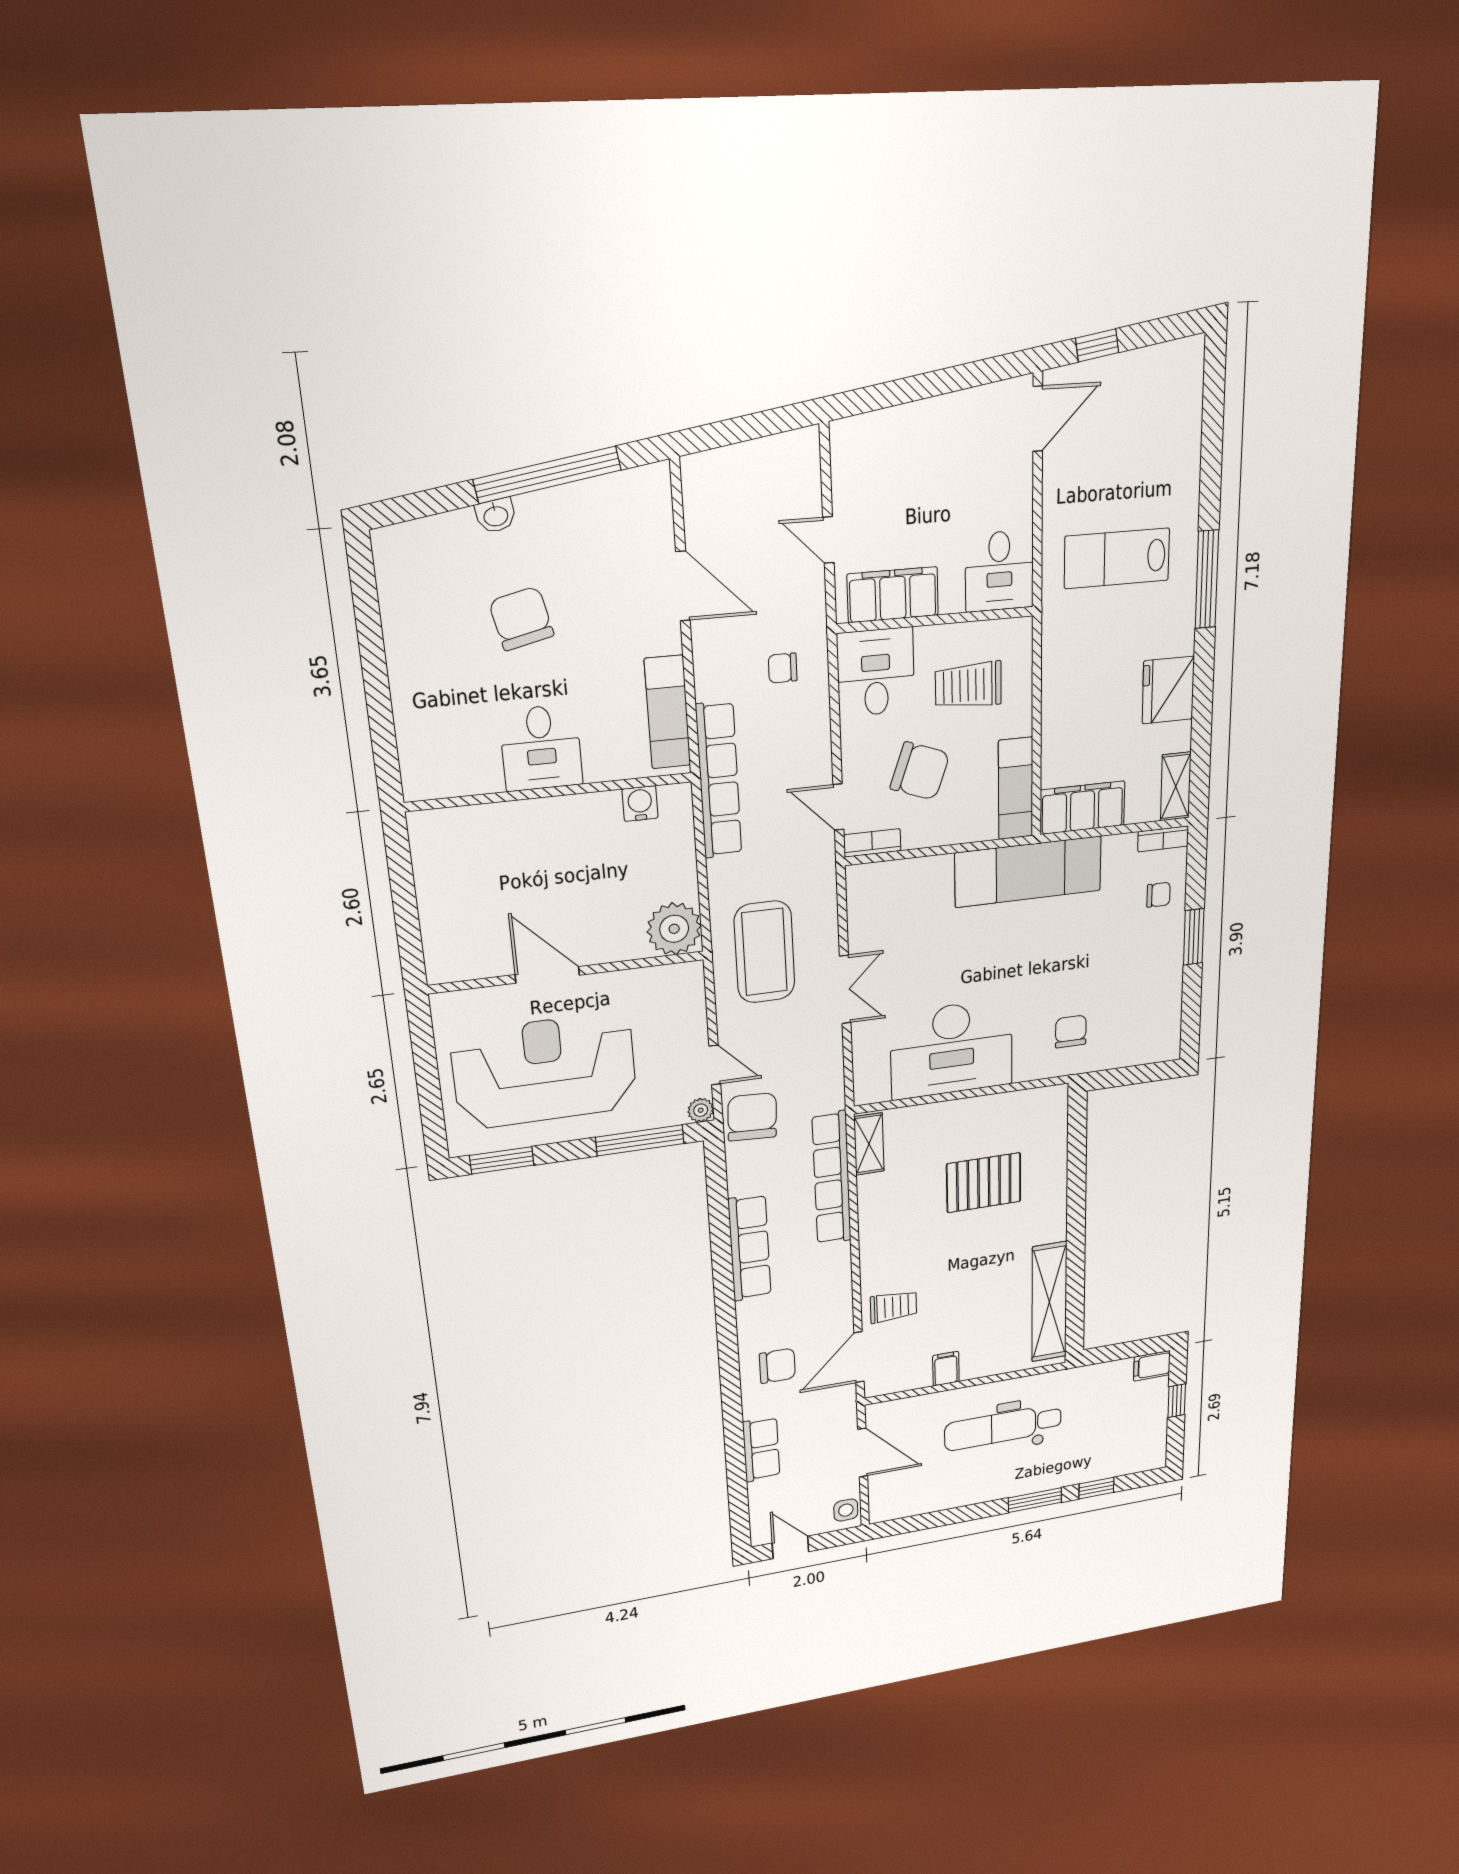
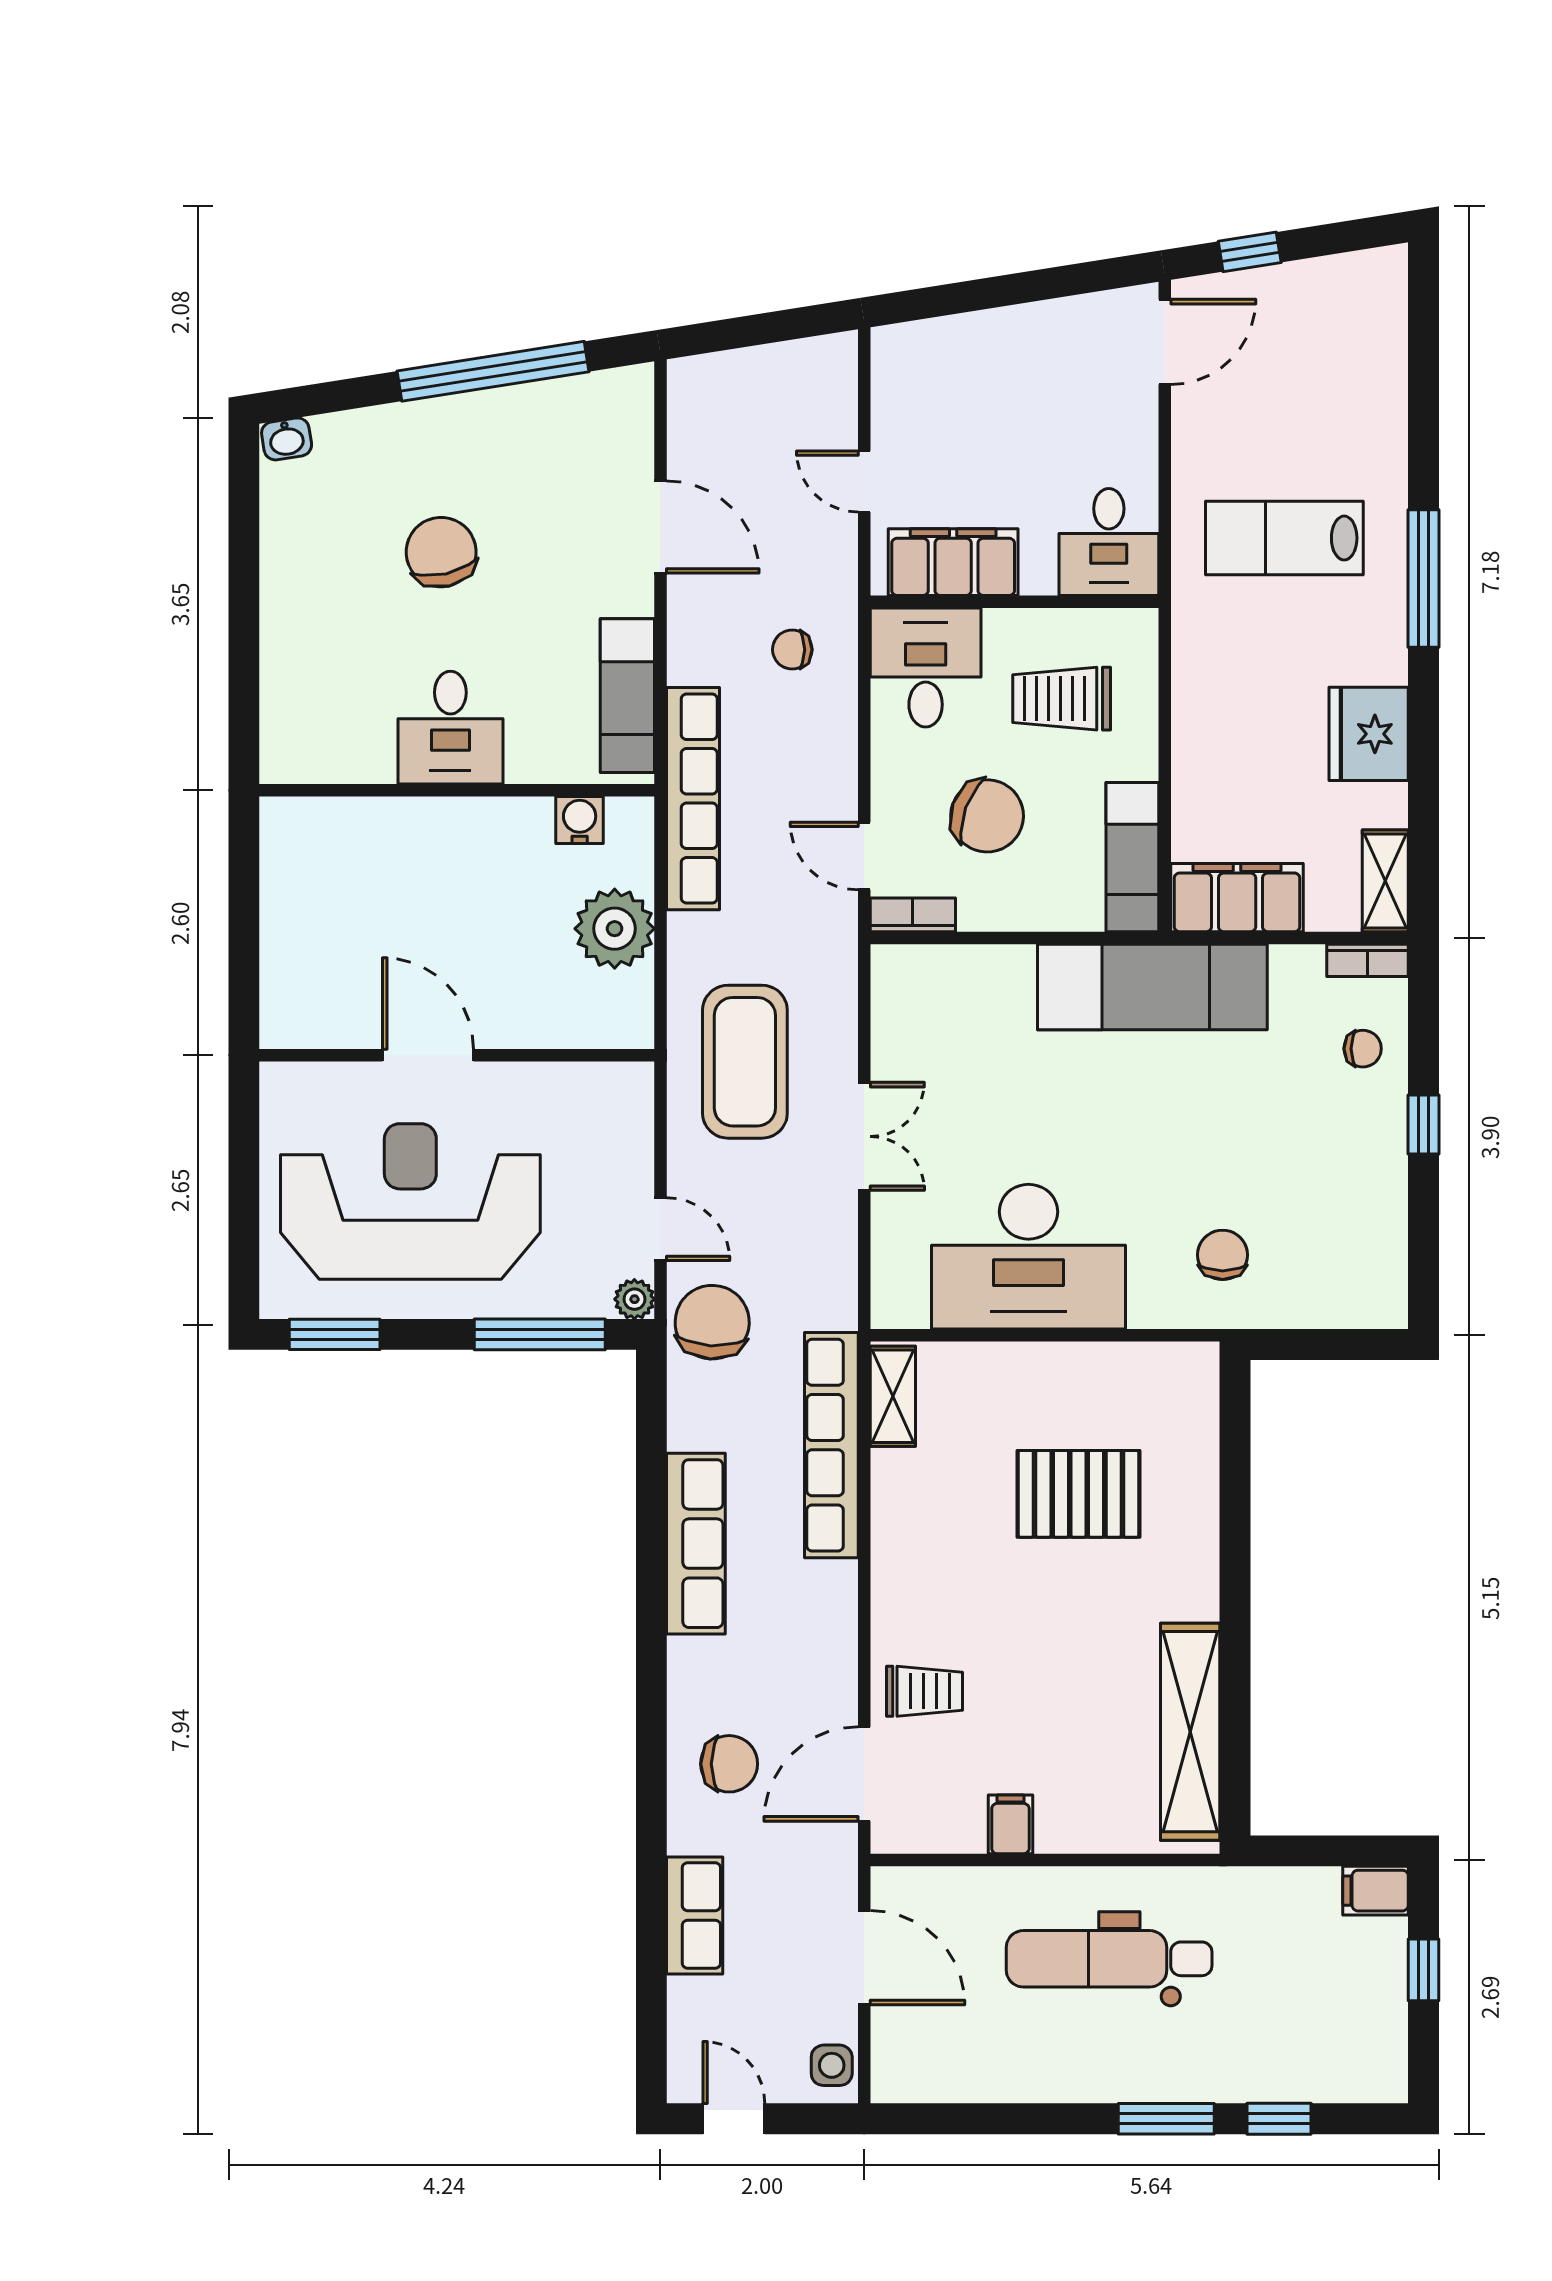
washbasin: (496, 515) -> (287, 439), moved
plant: (674, 929) -> (615, 929), moved
window: (1194, 937) -> (1423, 1124), width x0.67

